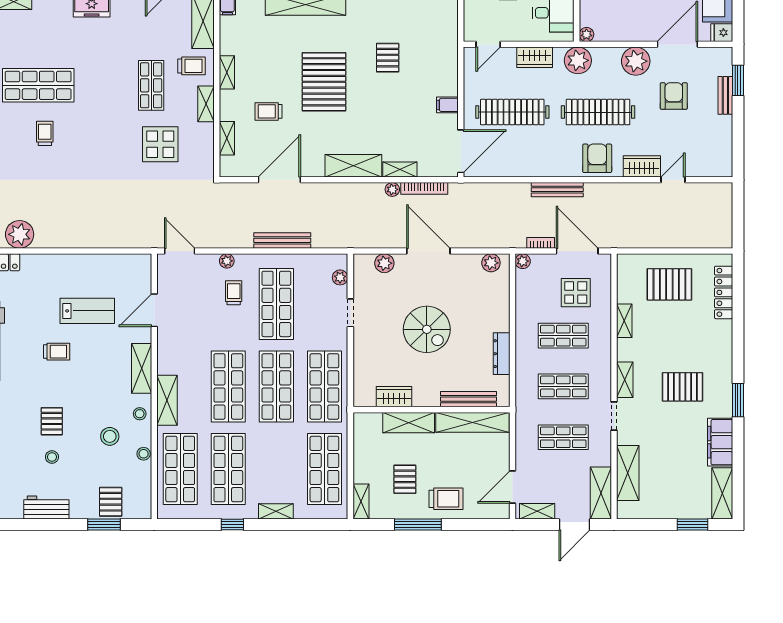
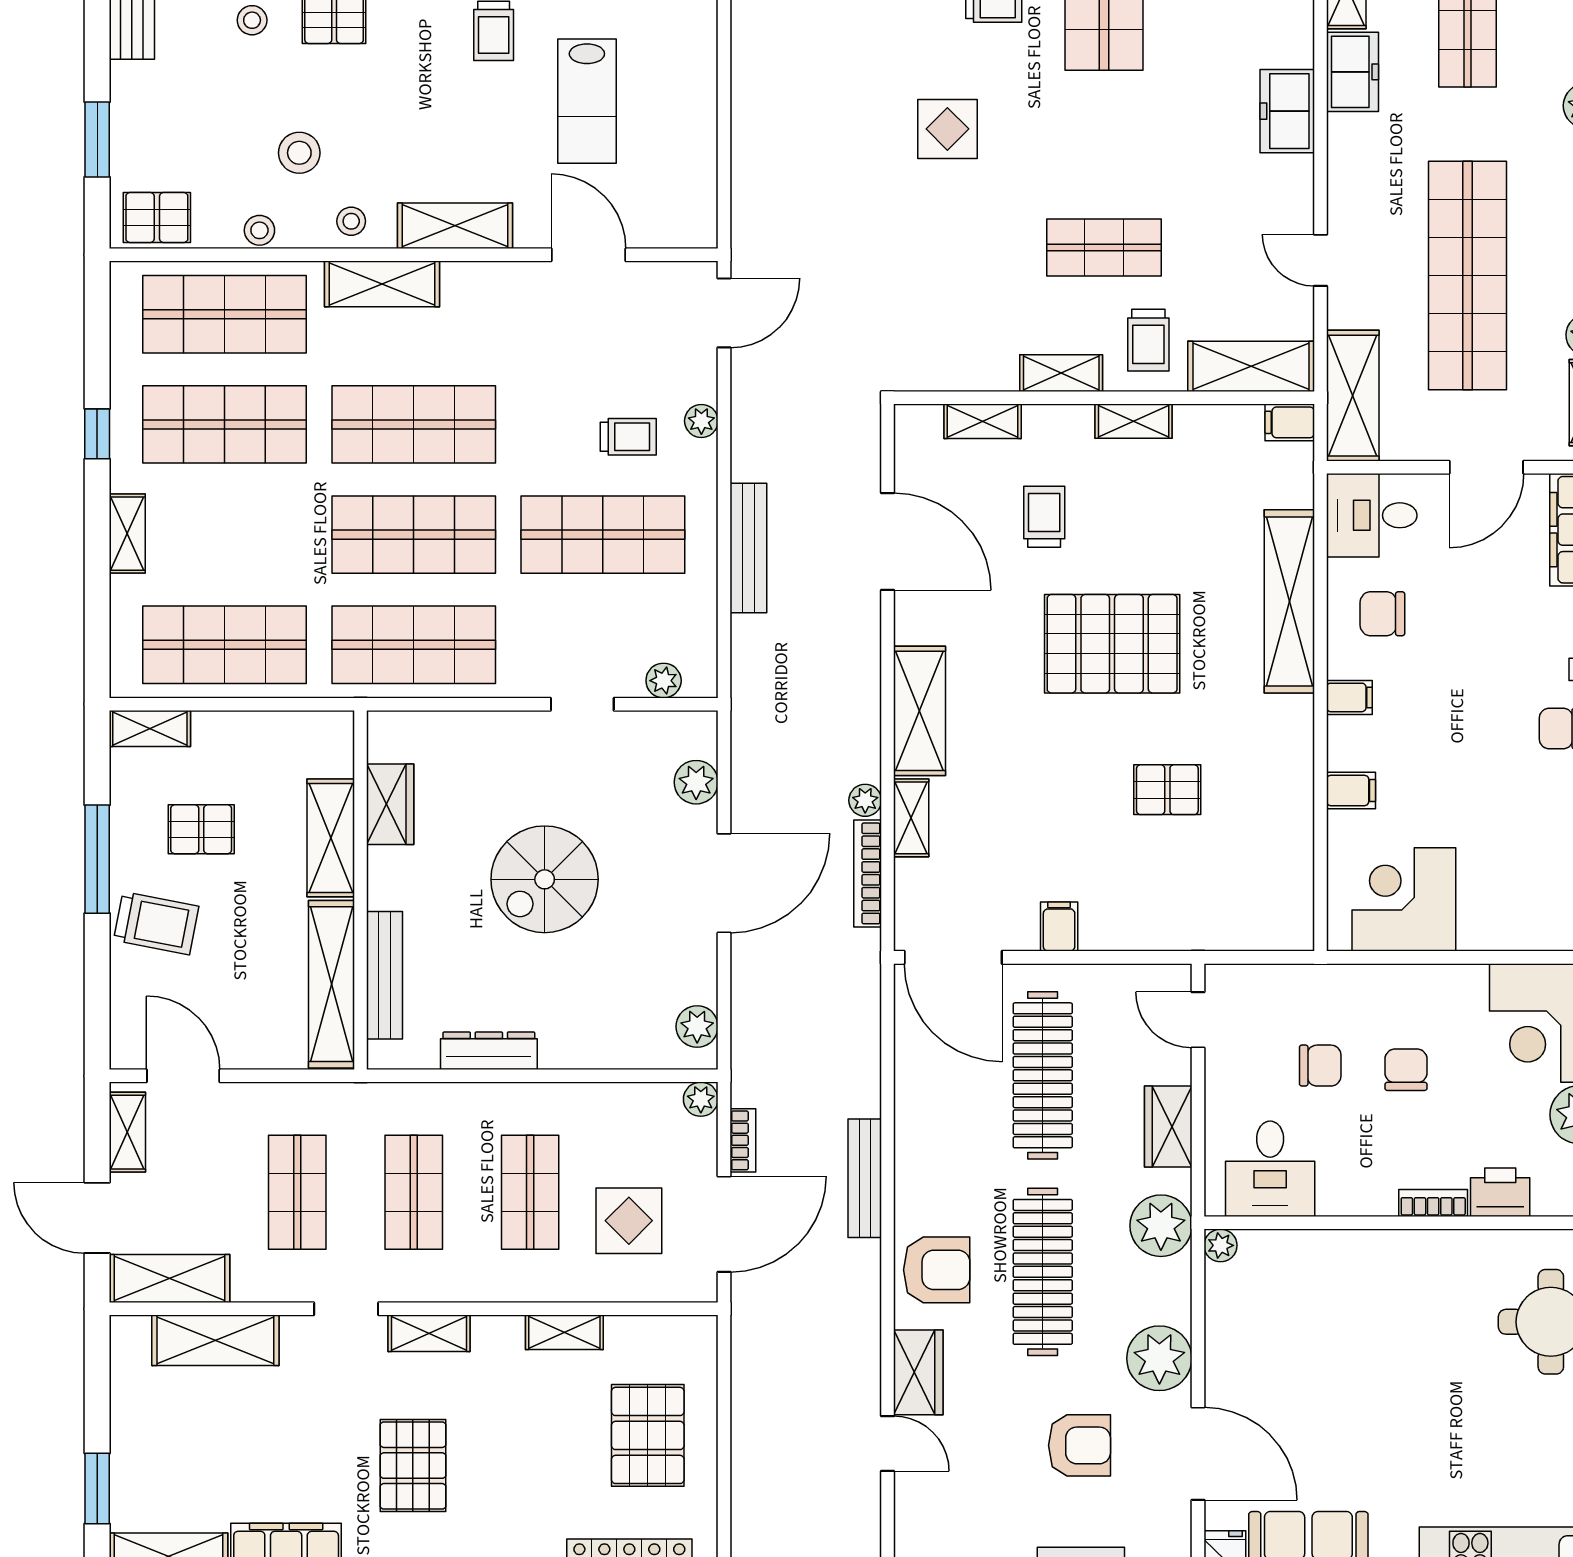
display table: (160, 144) -> (947, 129), moved, width x0.73, depth x0.73
trolley: (446, 499) -> (156, 923), turned -79
pallet: (111, 502) -> (157, 218), moved

